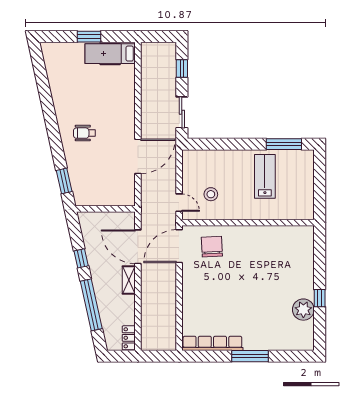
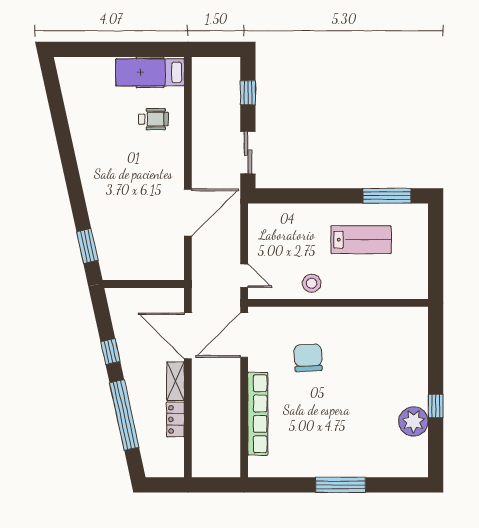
window: (89, 37) -> (121, 49), removed
wheelchair: (84, 133) -> (153, 119), moved, turned 180
lab bench: (265, 176) -> (361, 240), turned 90
stool: (211, 194) -> (312, 283), moved
chair: (212, 247) -> (308, 358), moved
locker: (129, 338) -> (175, 419), moved
row of seats: (212, 343) -> (258, 414), moved, turned 90

